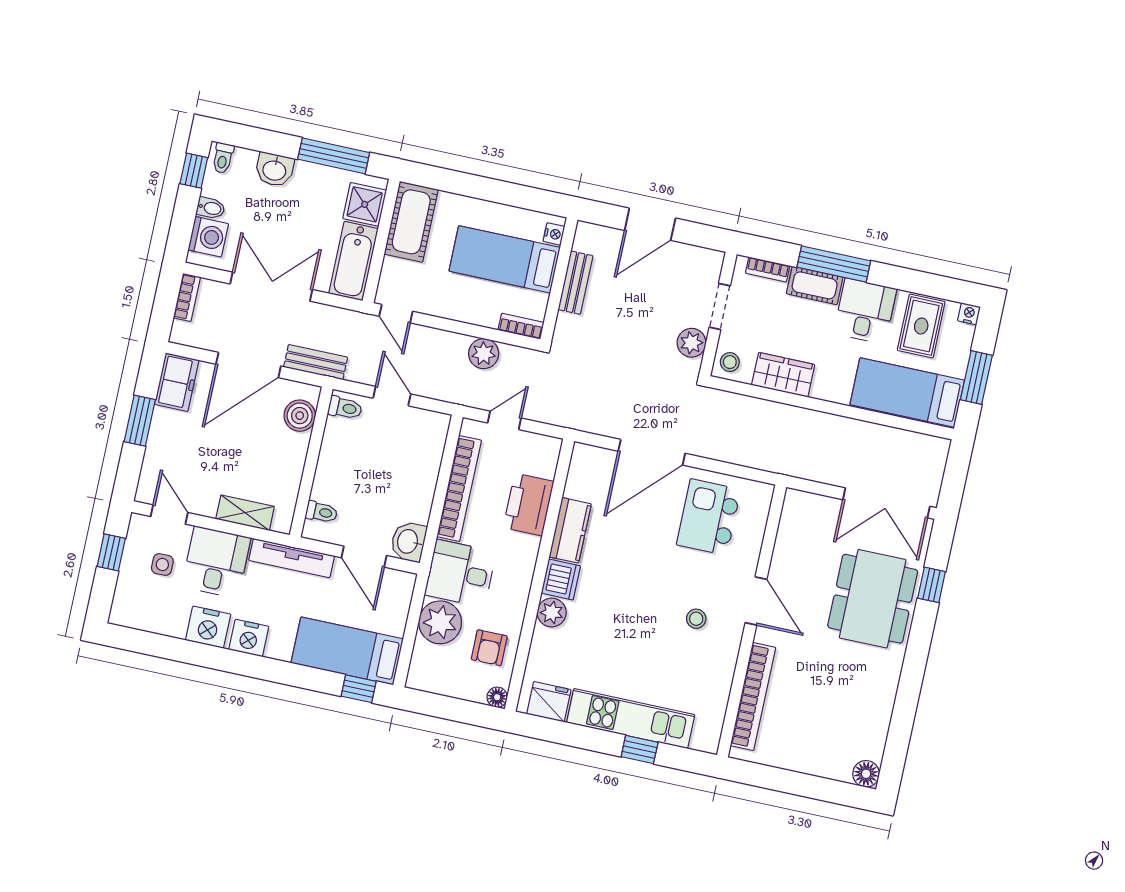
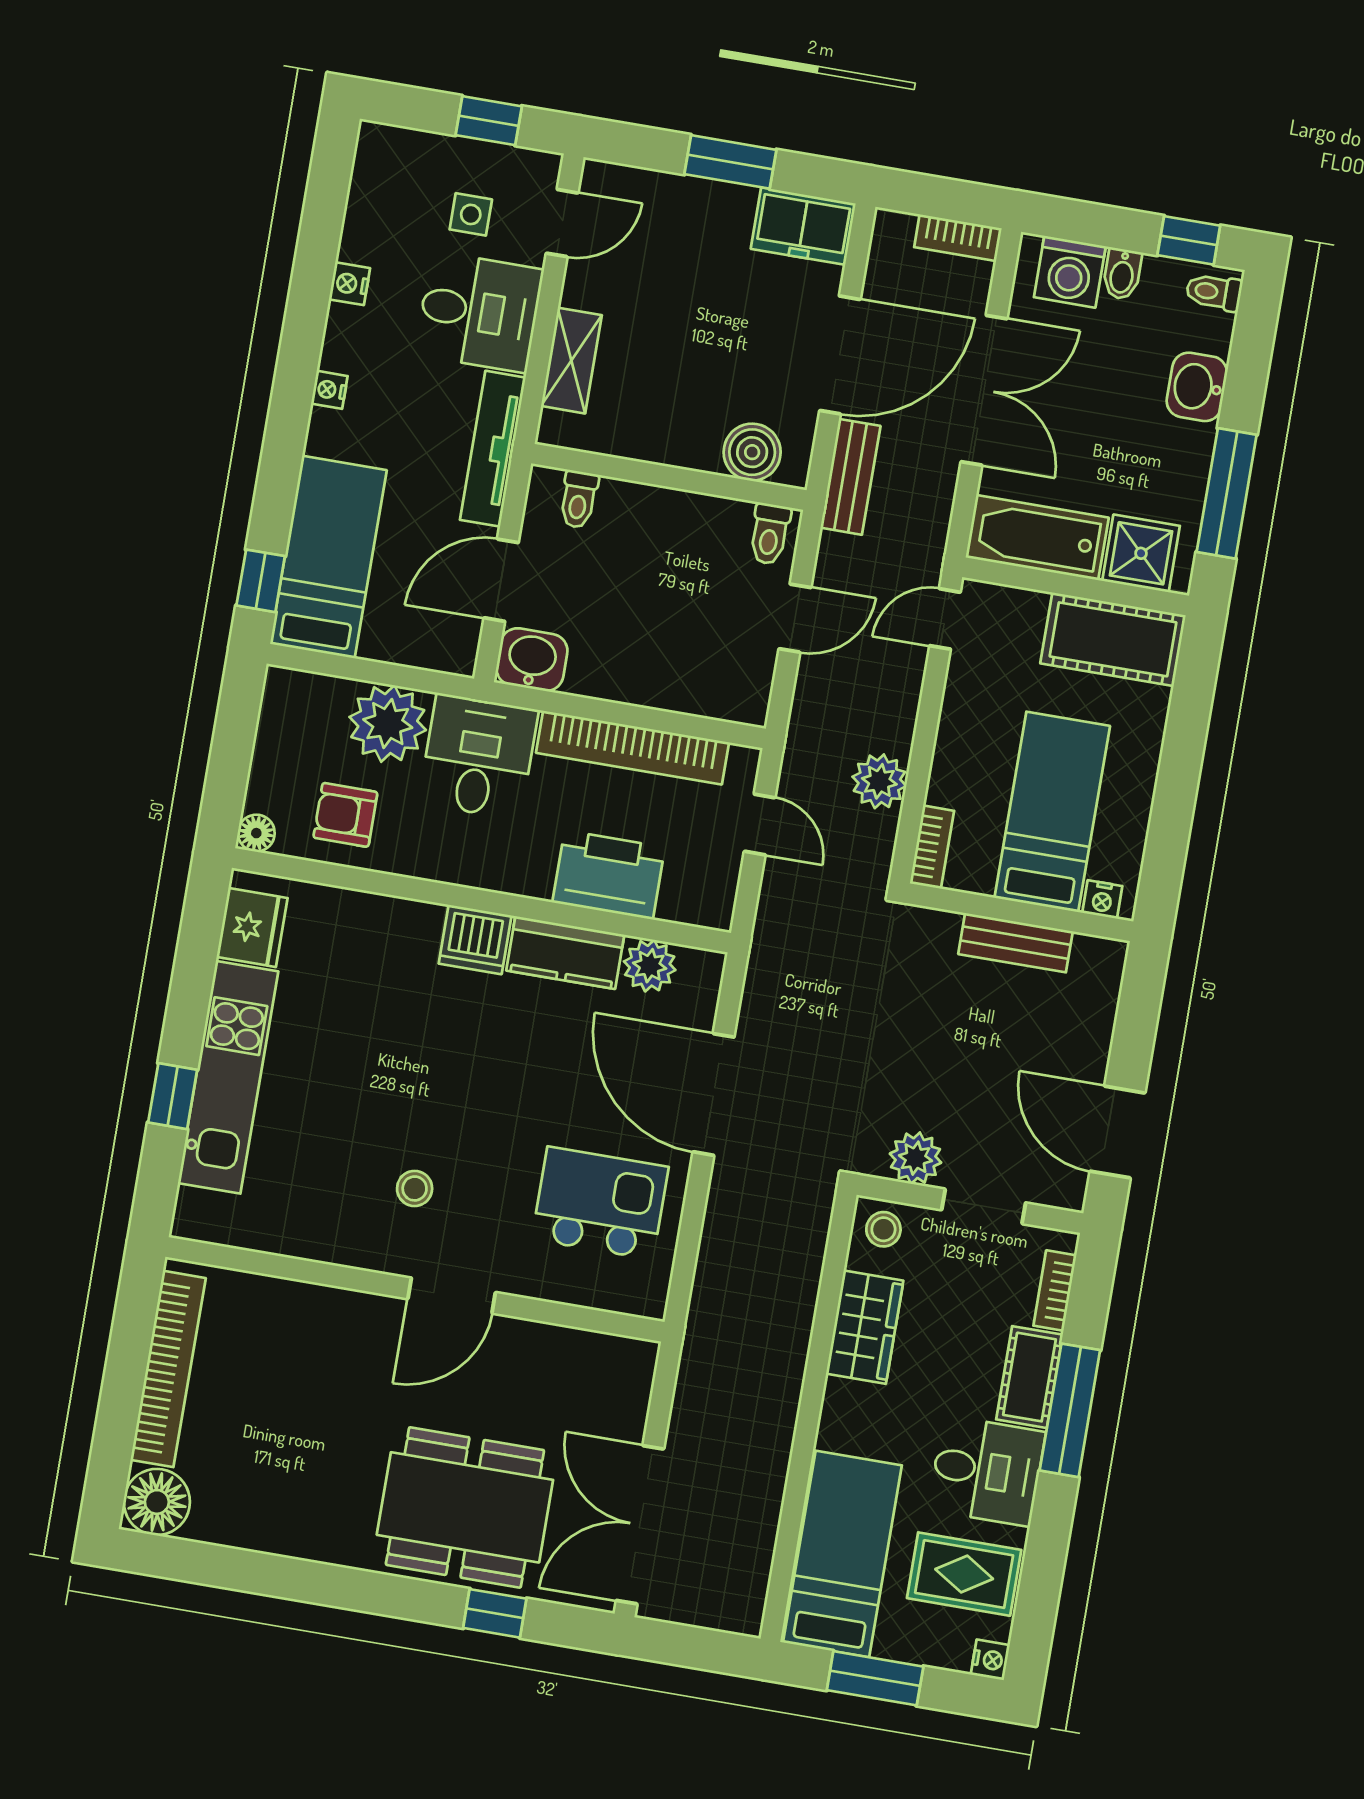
door: (650, 224) -> (1118, 1132), moved
door: (248, 365) -> (840, 355), swing flipped
plant: (552, 613) -> (650, 966), moved
nightstand: (208, 627) -> (350, 284), width x0.53, depth x0.56
nightstand: (249, 638) -> (329, 390), width x0.53, depth x0.56
bookcase: (753, 697) -> (168, 1369), moved, turned -90
floor lamp: (866, 774) -> (157, 1502), width x1.38, depth x1.38

